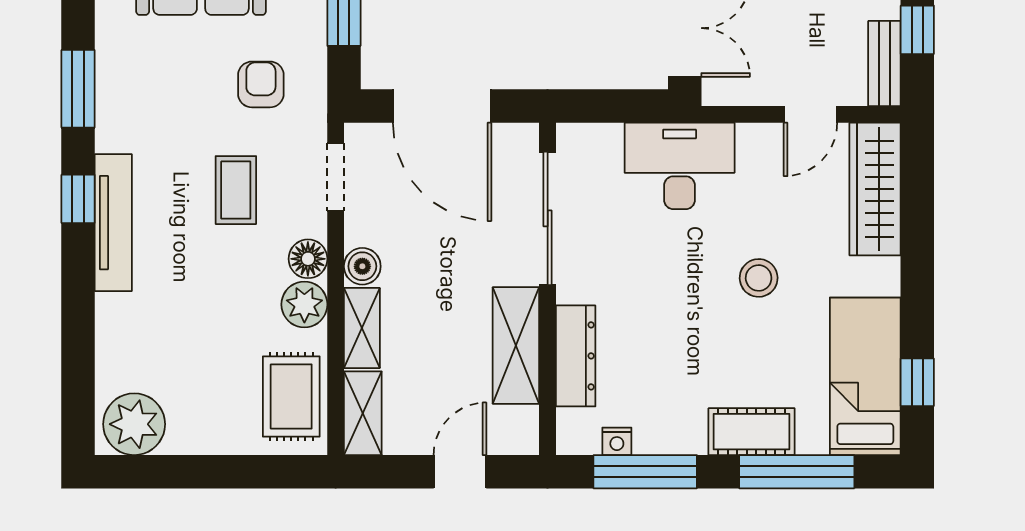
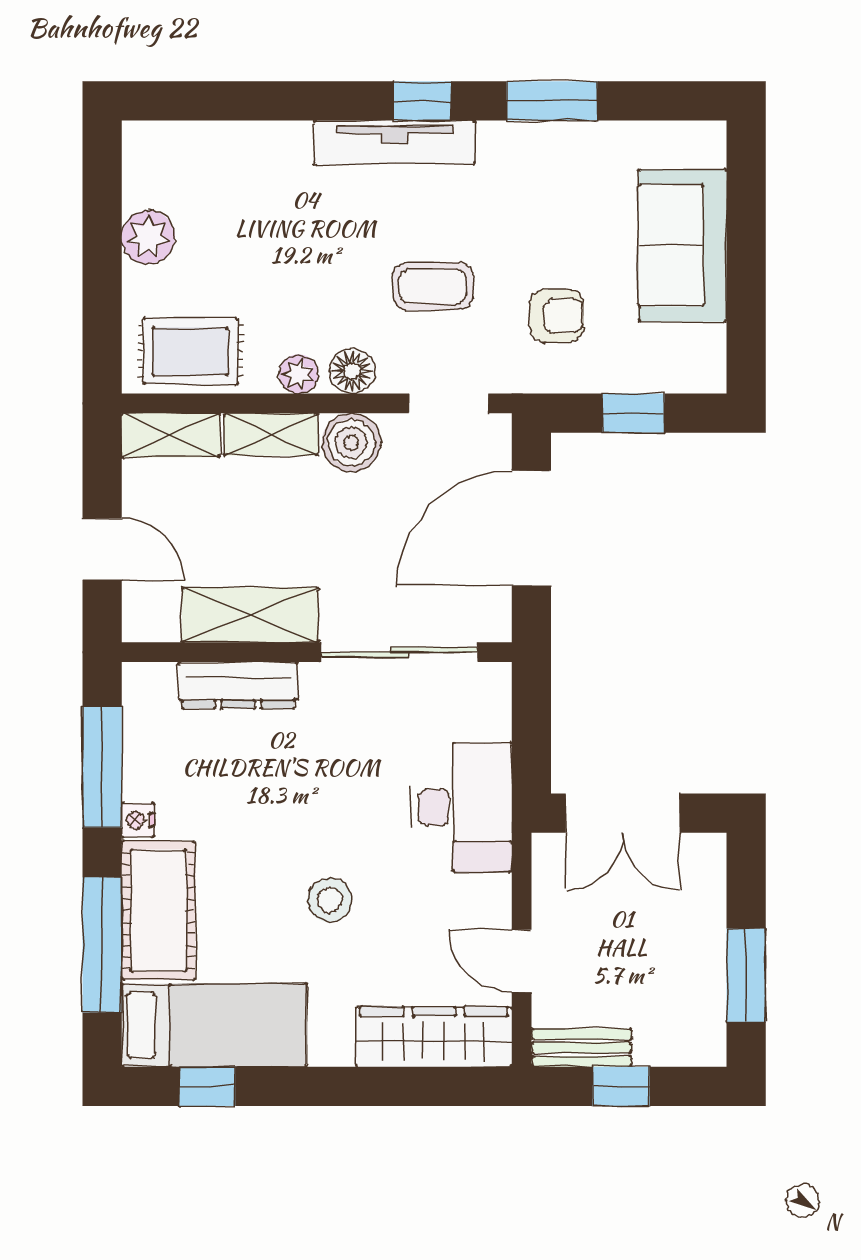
boiler: (362, 266) -> (351, 443), width x1.36, depth x1.36
plant: (304, 304) -> (299, 374), width x0.73, depth x0.73
plant: (134, 424) -> (148, 237), moved, width x0.73, depth x0.73
cot: (752, 432) -> (158, 910), width x1.37, depth x1.34
nightstand: (617, 441) -> (138, 820), moved

